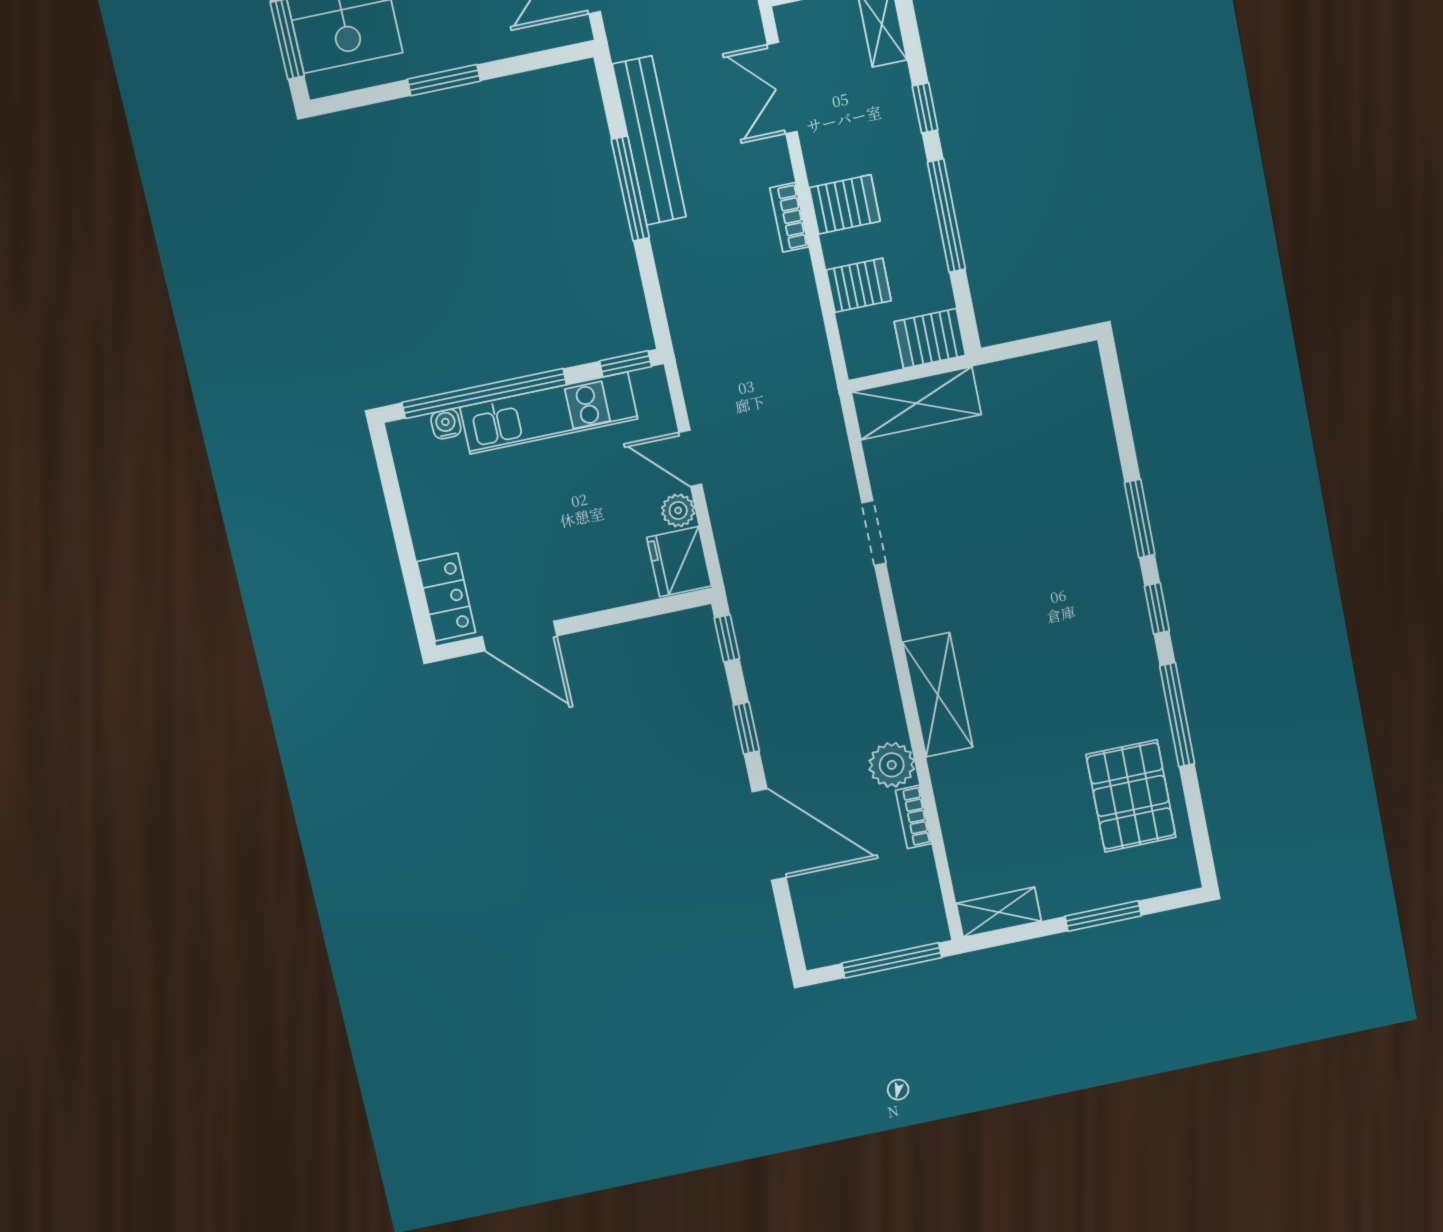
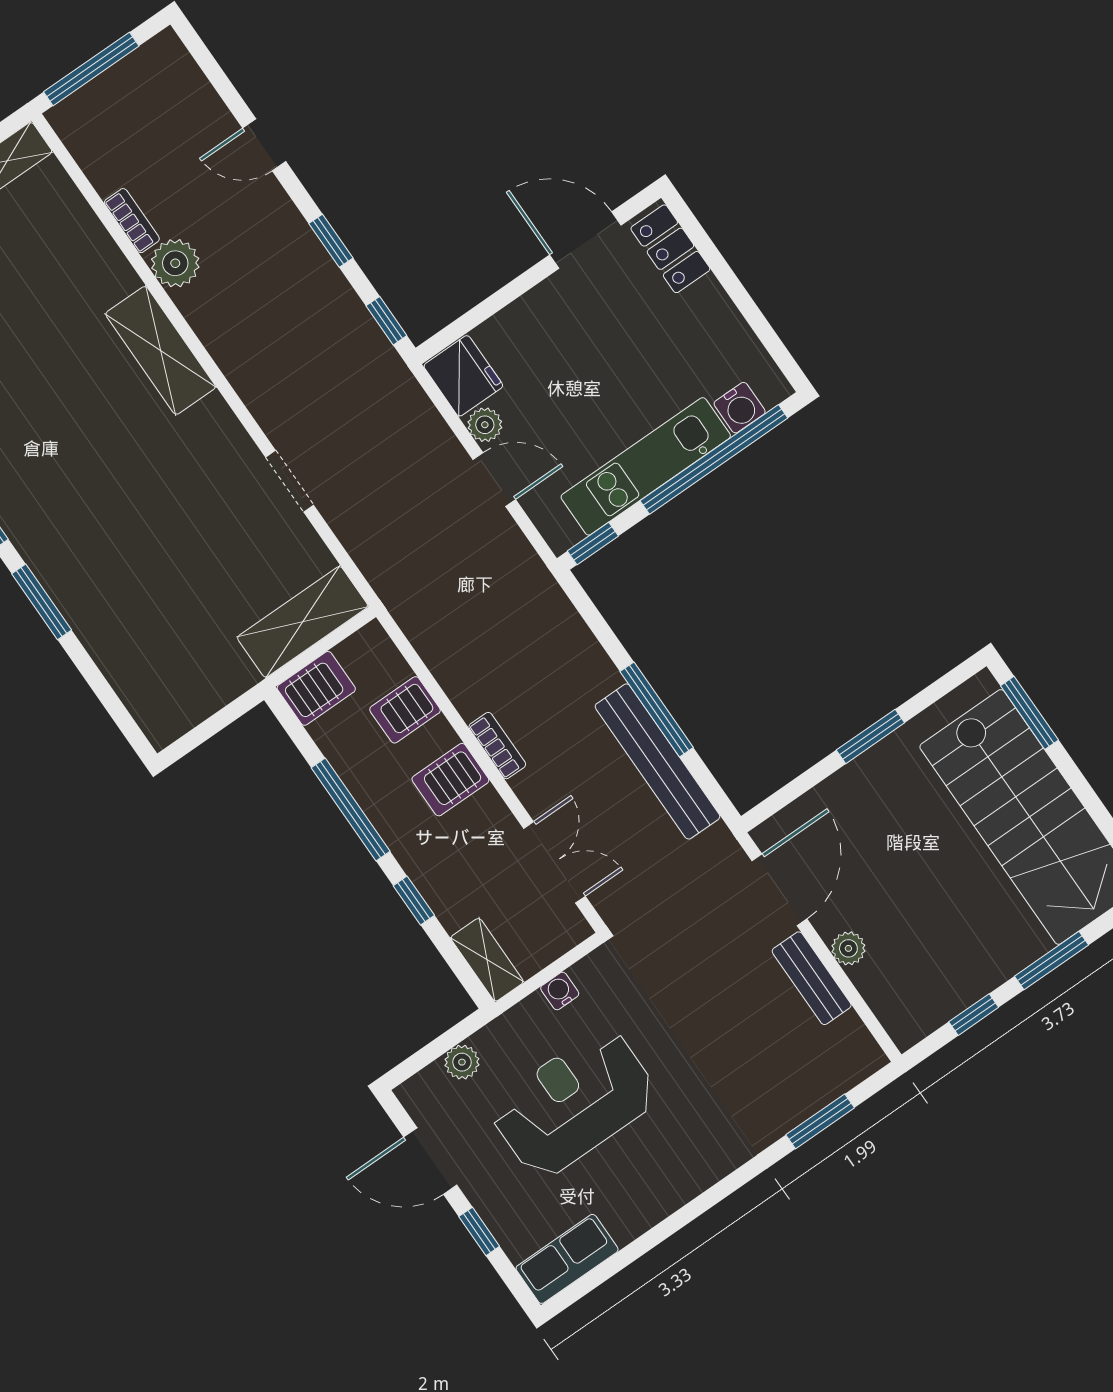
water cooler: (446, 424) -> (740, 408), width x1.38, depth x1.38
door: (769, 835) -> (264, 145), width x0.53

